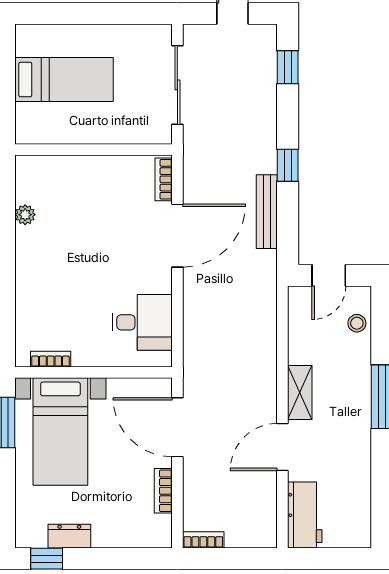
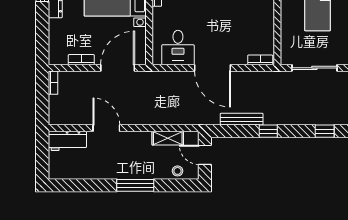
door: (177, 236) -> (213, 68), moved
shelving: (300, 392) -> (168, 138), moved

